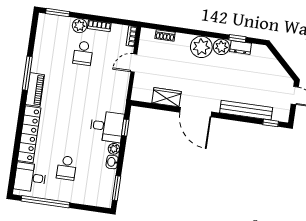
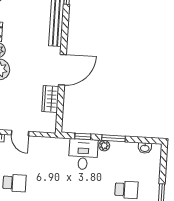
washbasin: (112, 162) -> (145, 148), moved
window: (116, 188) -> (114, 138), moved

